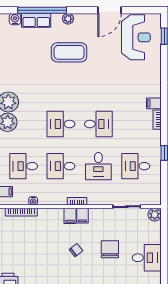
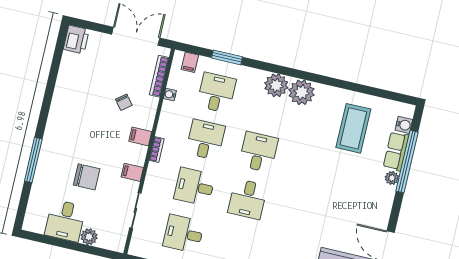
plant: (68, 19) -> (392, 178), moved
coffee table: (69, 52) -> (353, 128), moved
desk: (136, 166) -> (184, 234), turned -90
plant: (155, 215) -> (89, 237), moved
filing cabinet: (82, 216) -> (132, 172), moved
chair: (76, 250) -> (124, 102), moved

